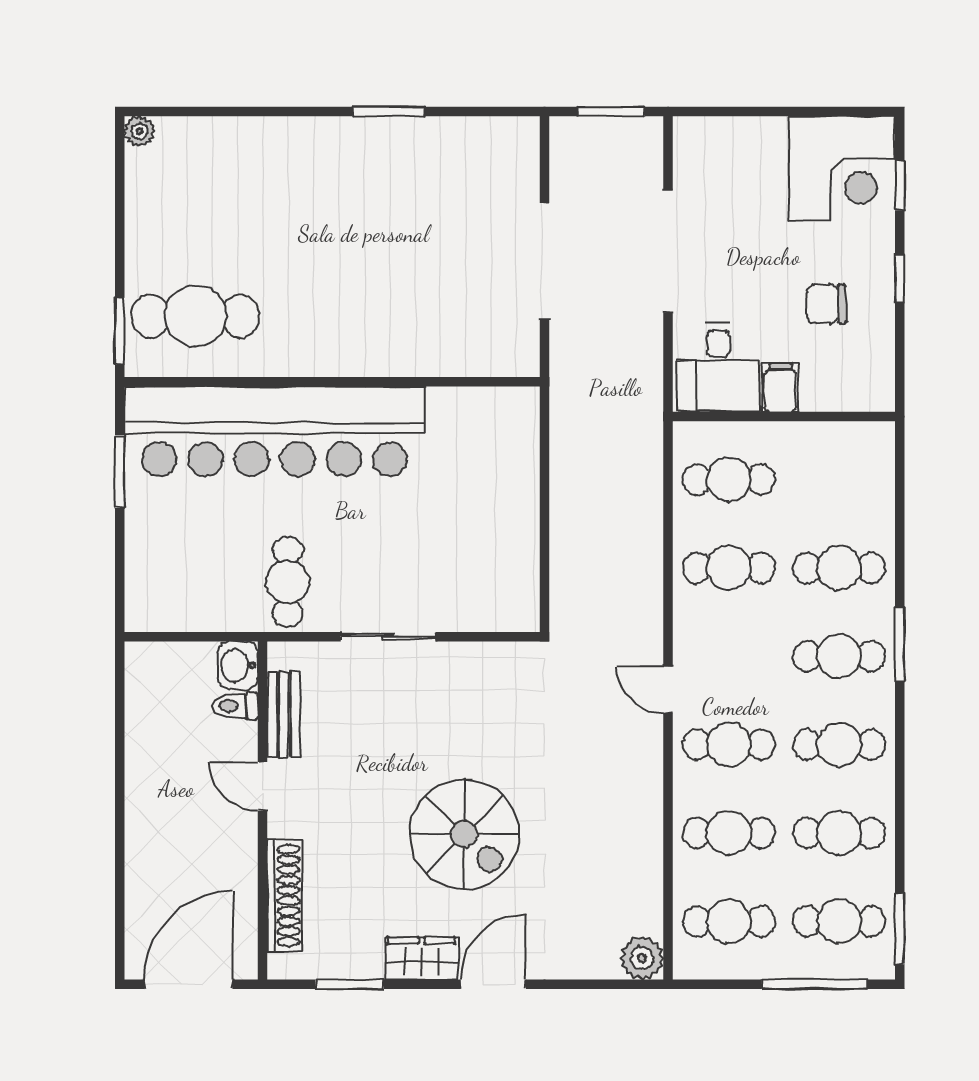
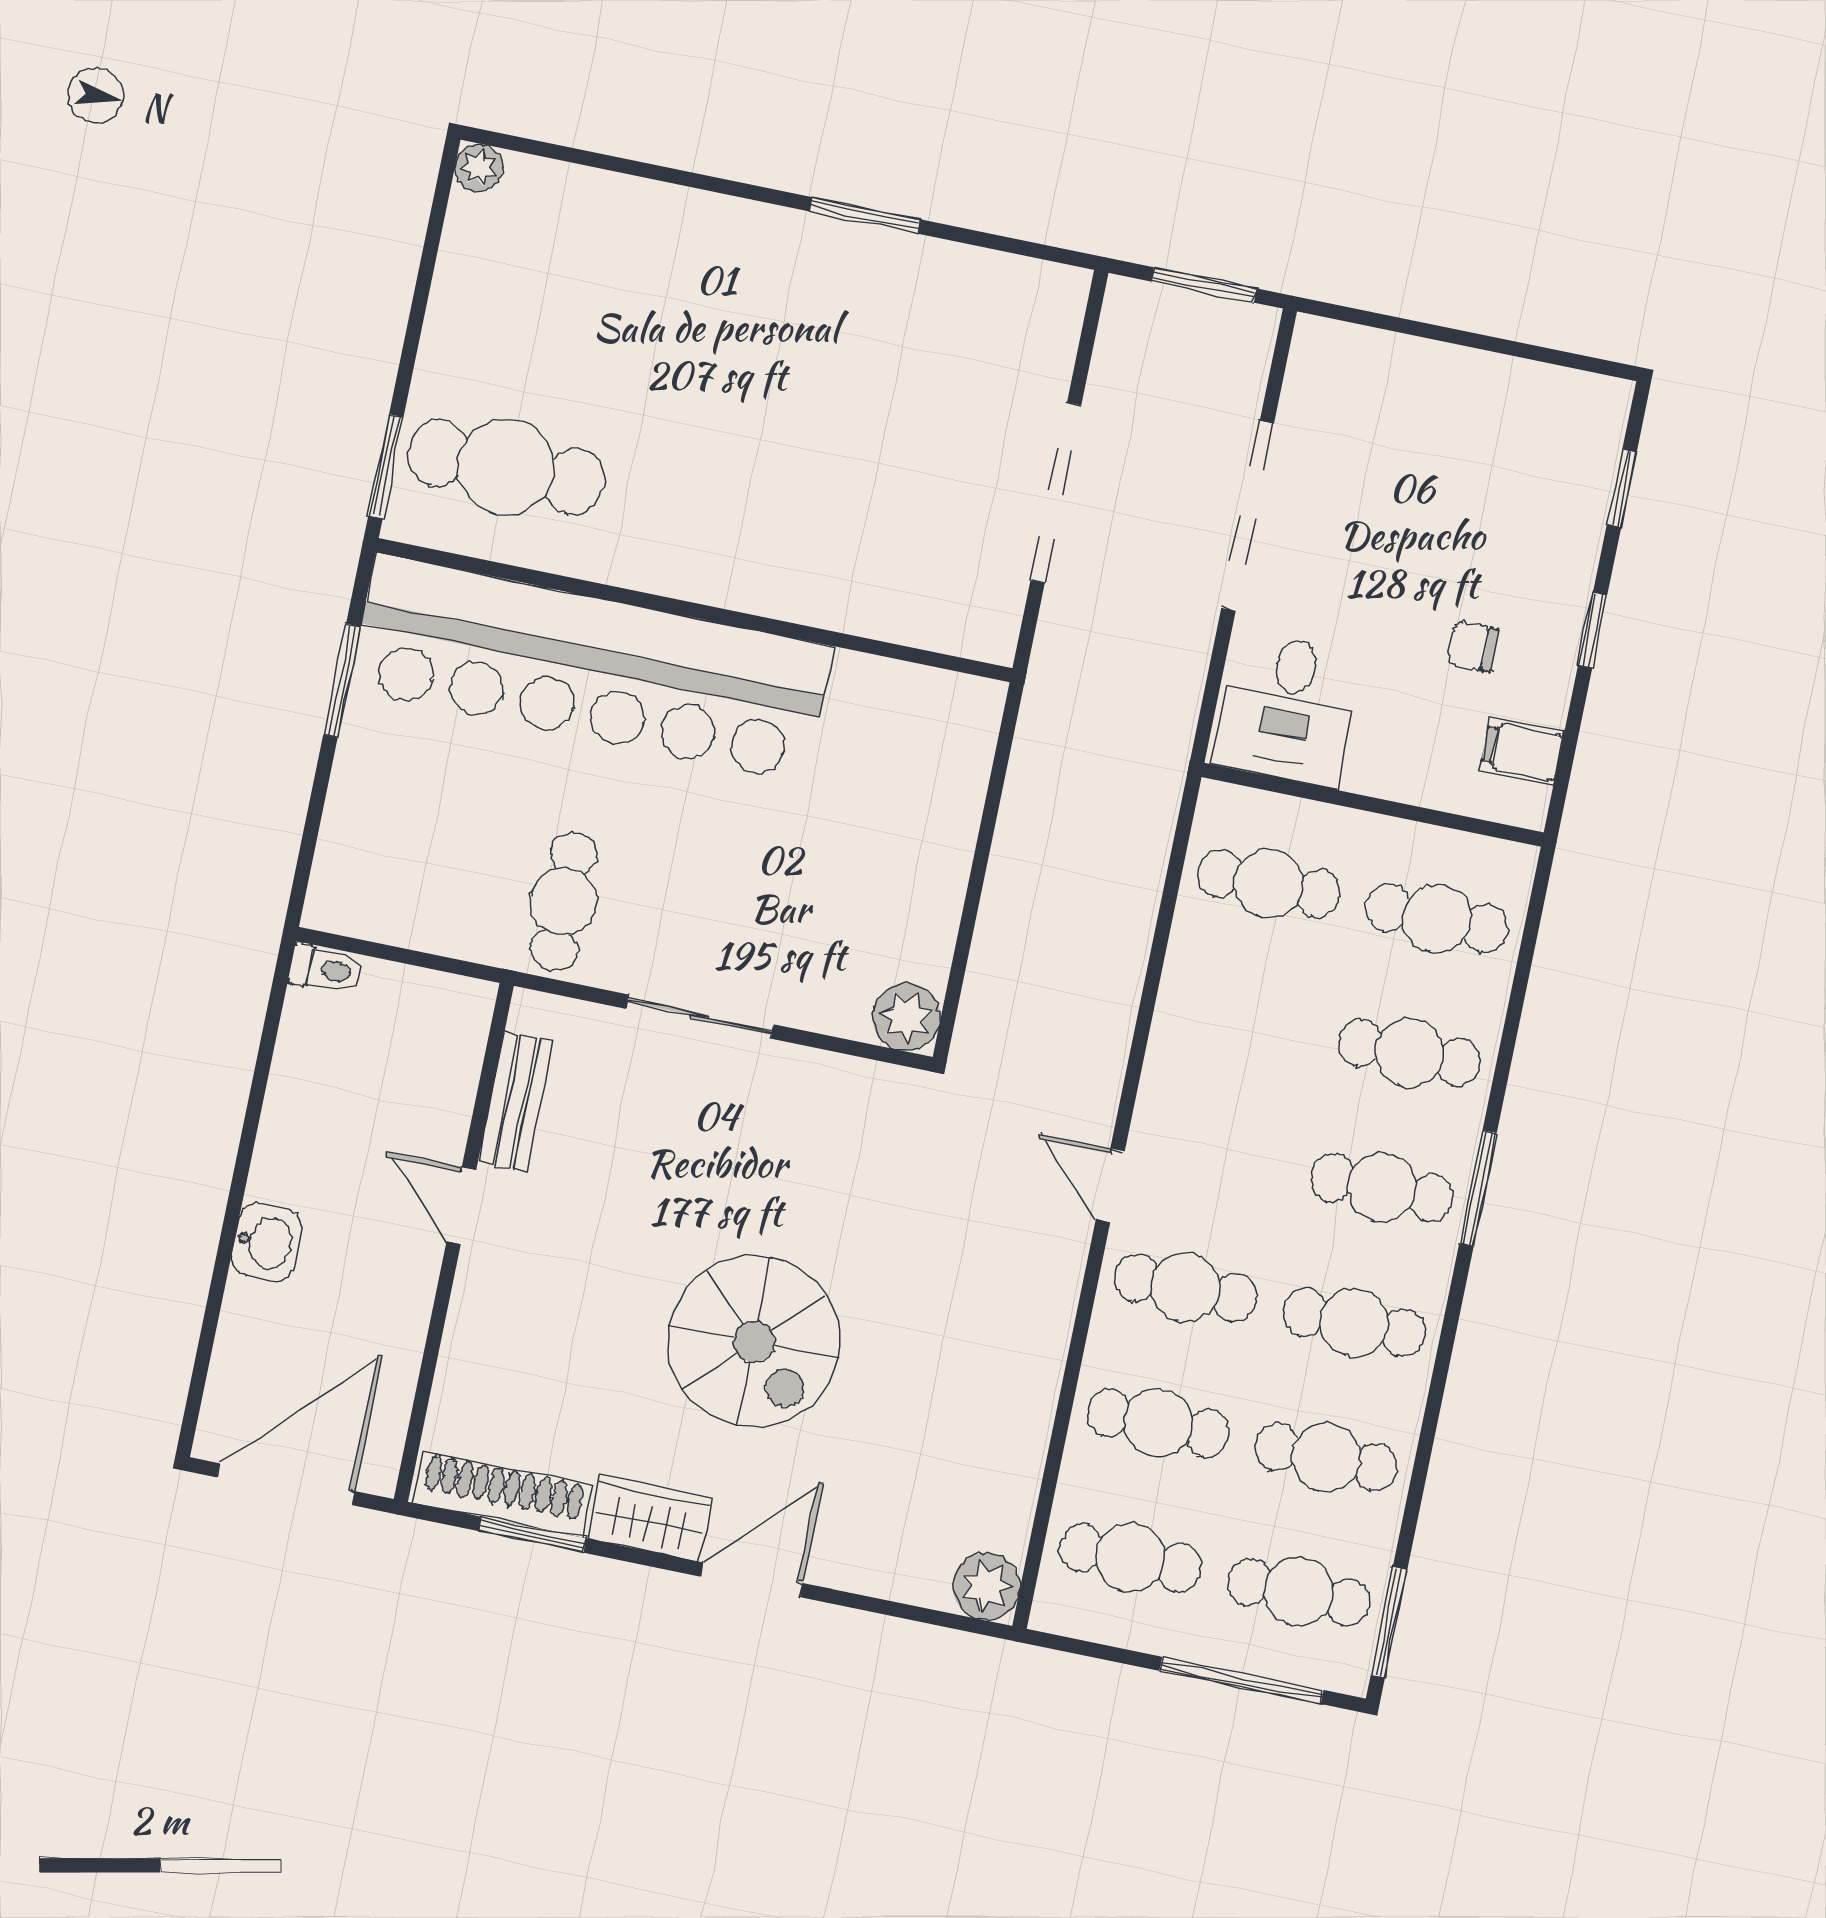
corner desk: (842, 169) -> (1538, 445), removed
chair: (826, 304) -> (1473, 646), width x0.73, depth x0.73
filing cabinet: (780, 388) -> (1522, 751), moved, turned -90
cafe table: (729, 568) -> (1437, 918), moved
plant: (518, 610) -> (906, 1017), added
washbasin: (238, 665) -> (266, 1242), moved, turned 180
toilet: (235, 706) -> (326, 969), moved, turned 180
shoe rack: (284, 896) -> (503, 1494), moved, turned -90

